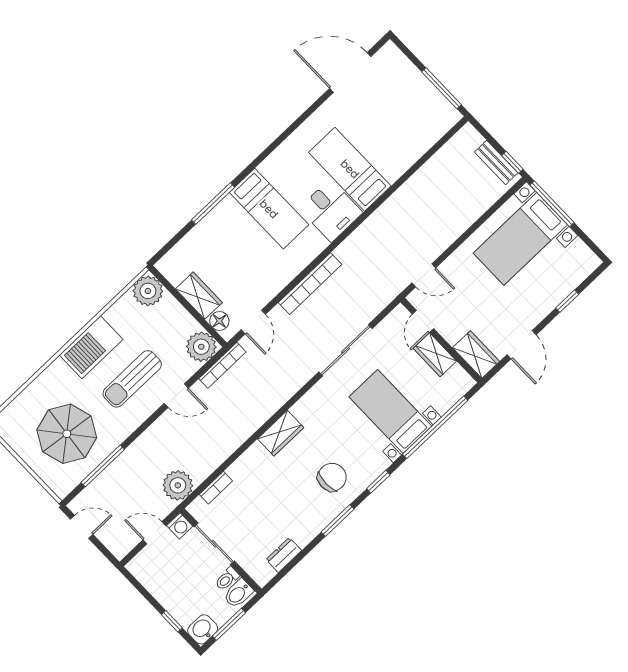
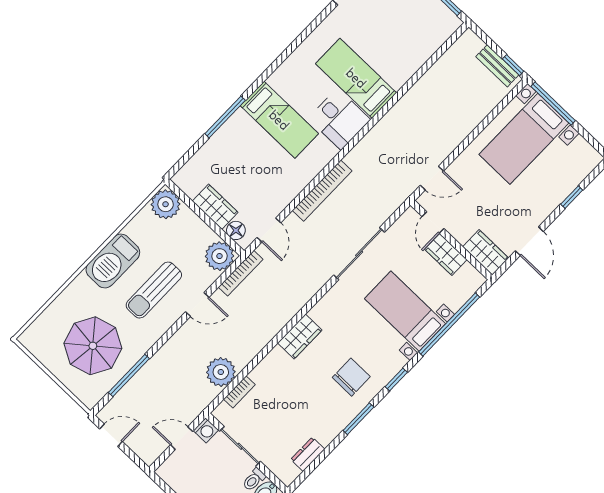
plant: (178, 485) -> (221, 372), moved

